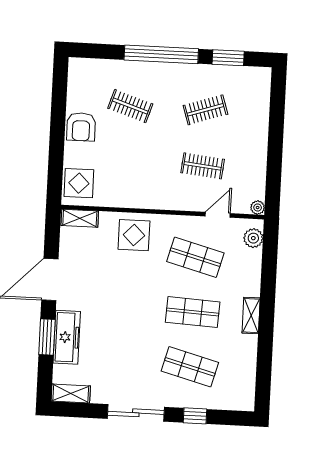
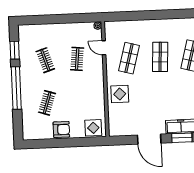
shelving: (80, 218) -> (113, 125), removed
plant: (253, 238) -> (115, 26), removed
shelving: (251, 316) -> (159, 24), removed

